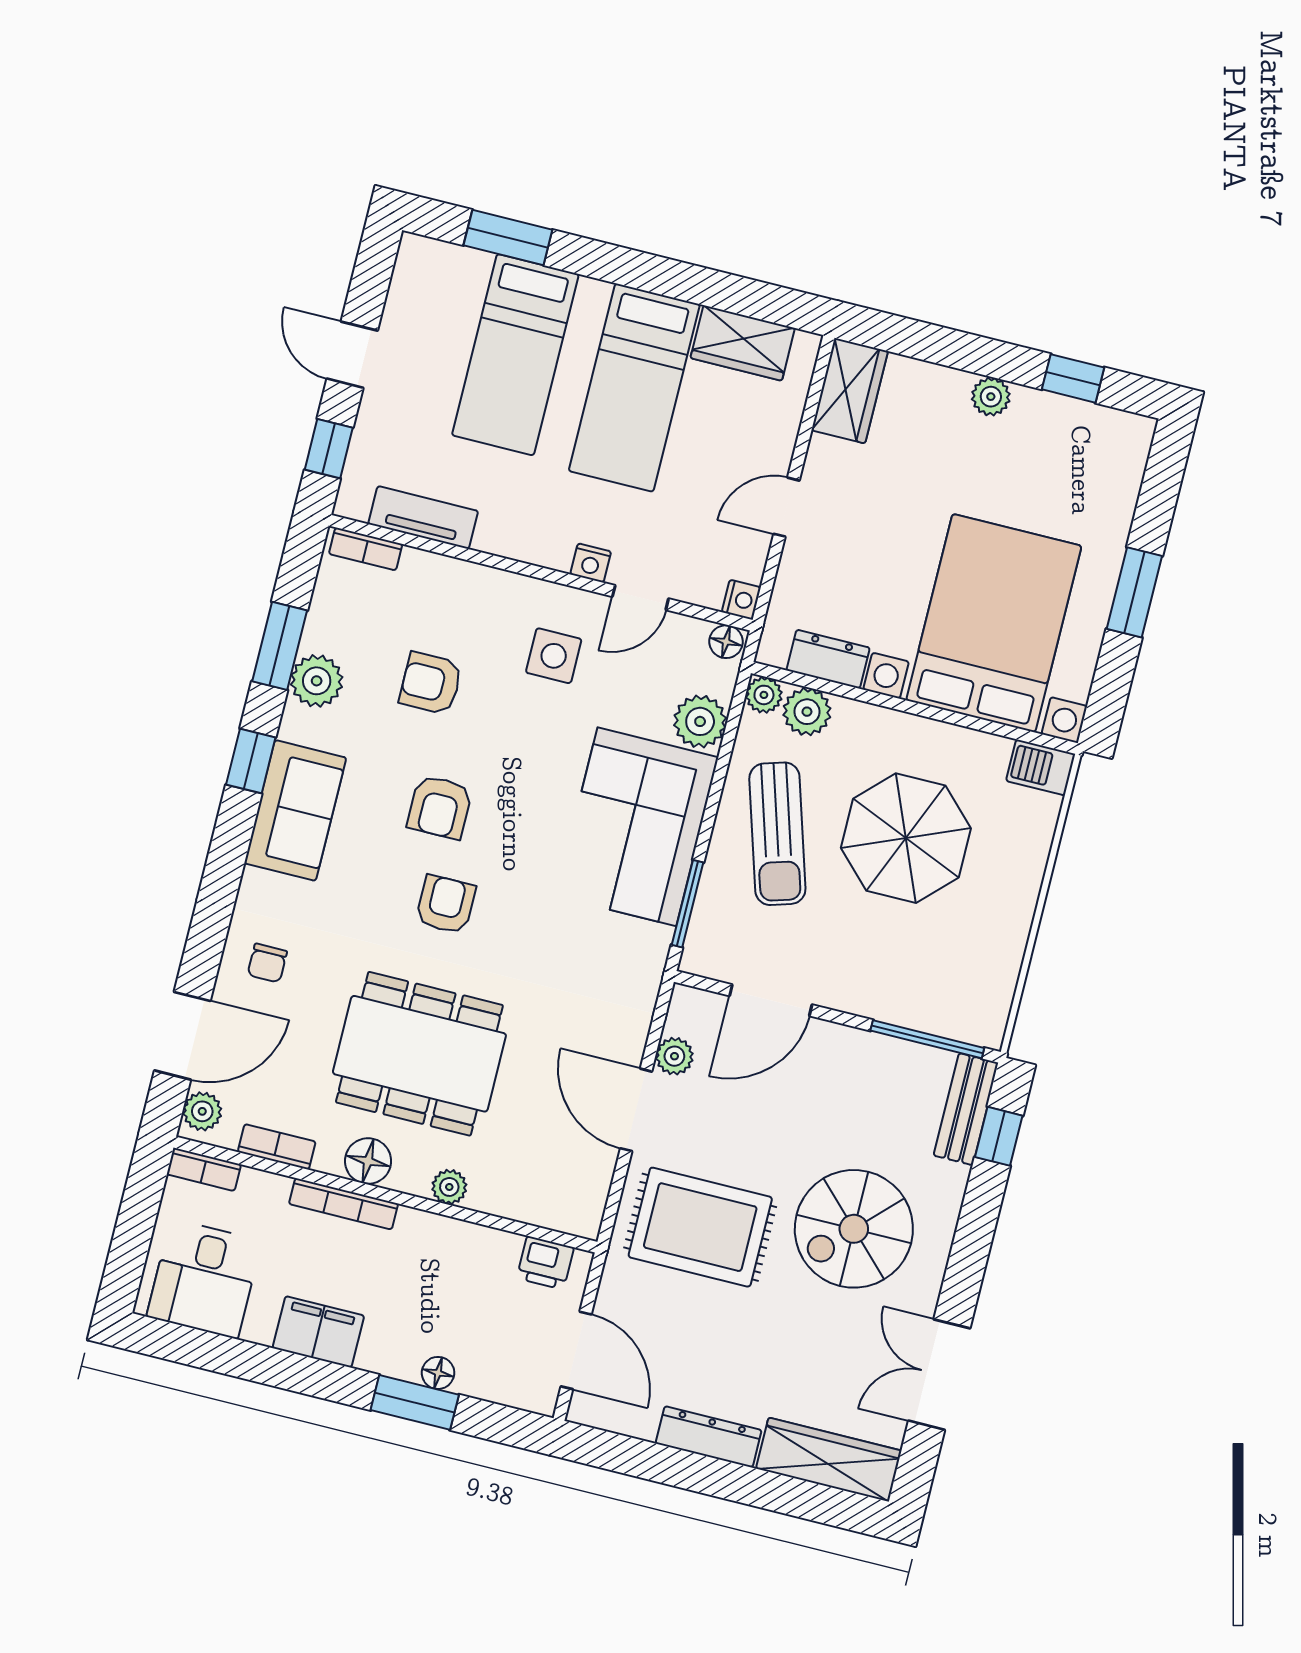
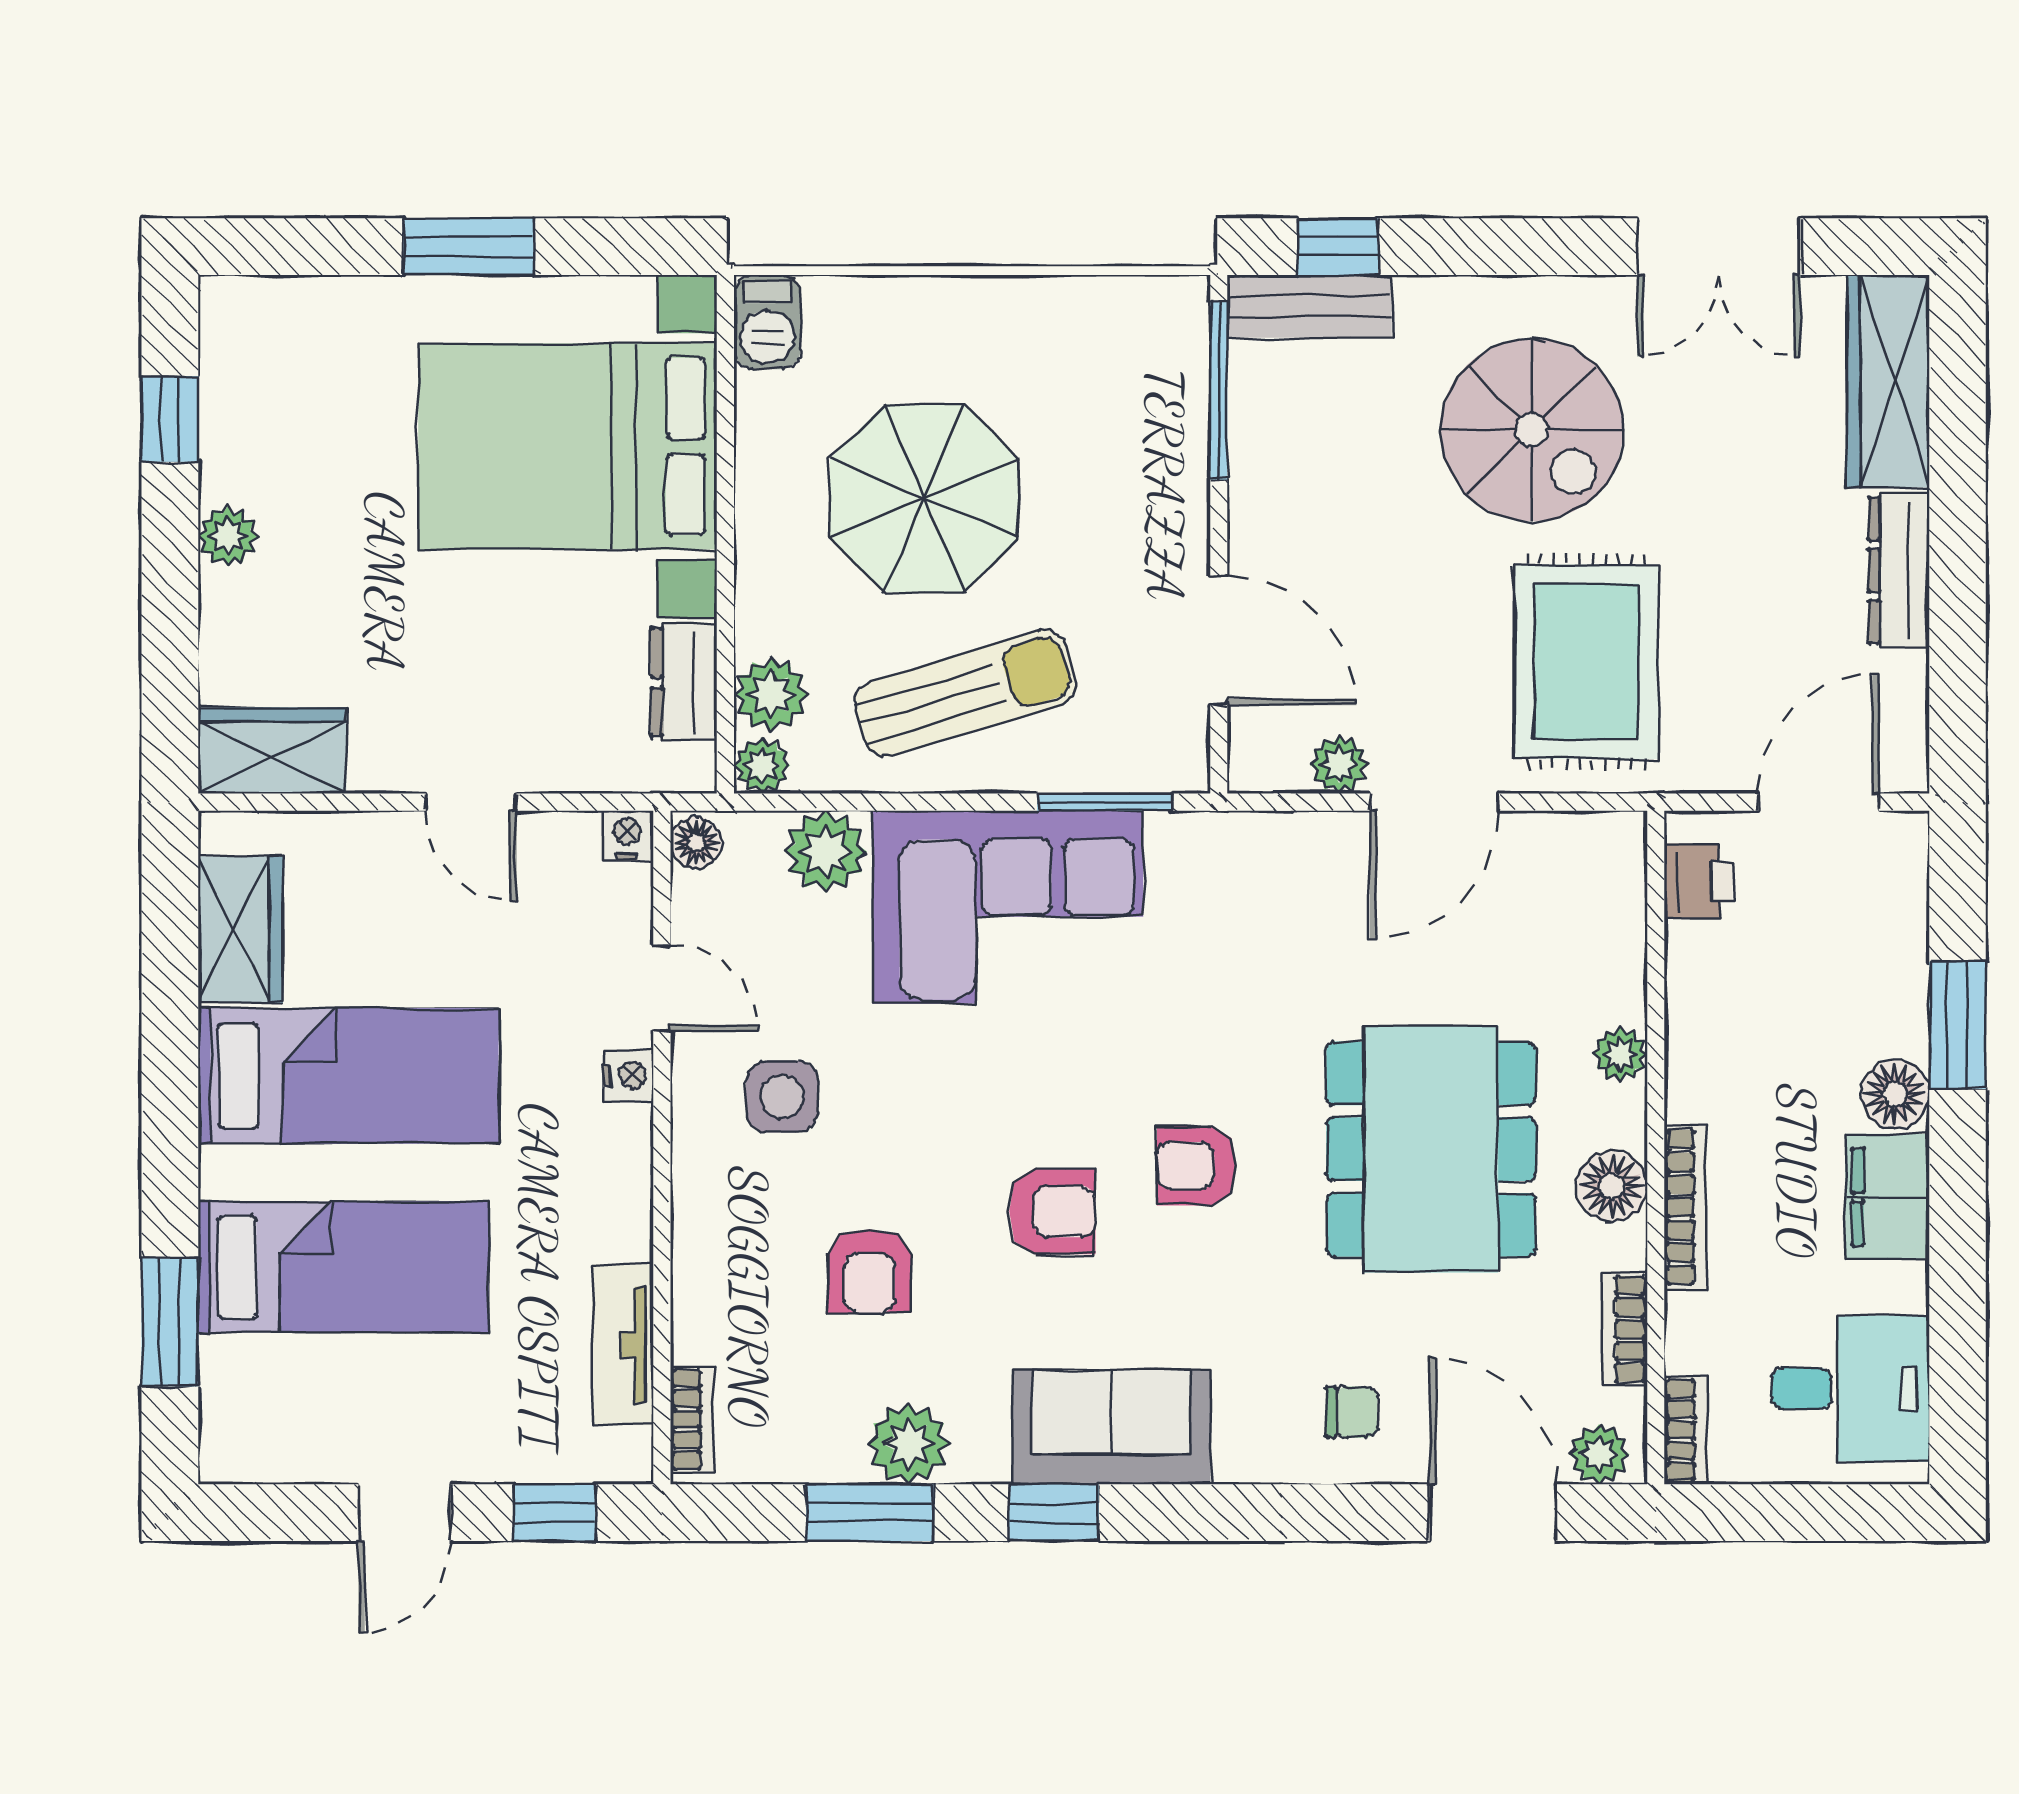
floor lamp: (438, 1373) -> (1895, 1094), moved, width x1.37, depth x1.37

